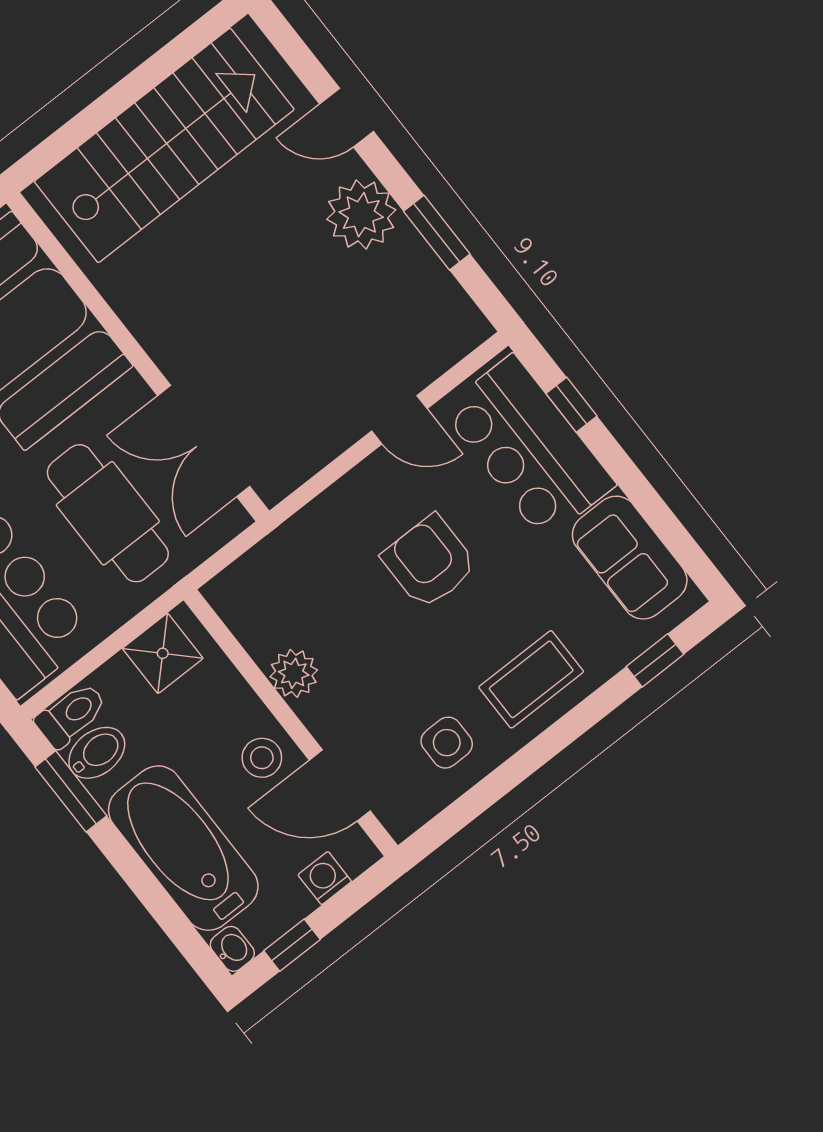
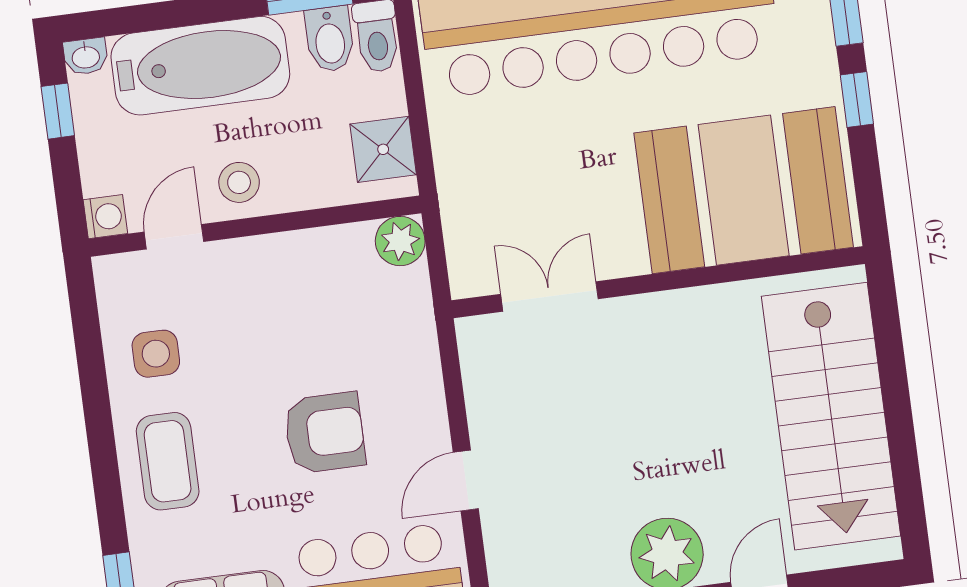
double door: (204, 441) -> (549, 296), width x0.73
cafe table: (108, 513) -> (536, 174), removed
plant: (294, 673) -> (400, 241), moved
door: (340, 785) -> (174, 237), width x0.73
washing machine: (325, 878) -> (105, 217), moved

